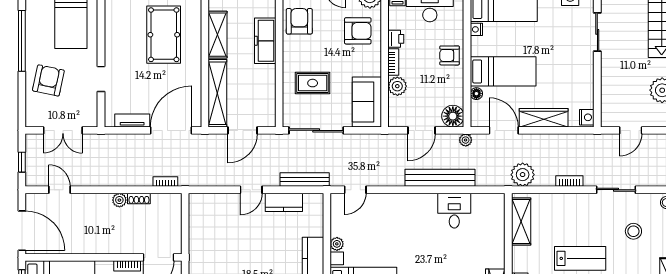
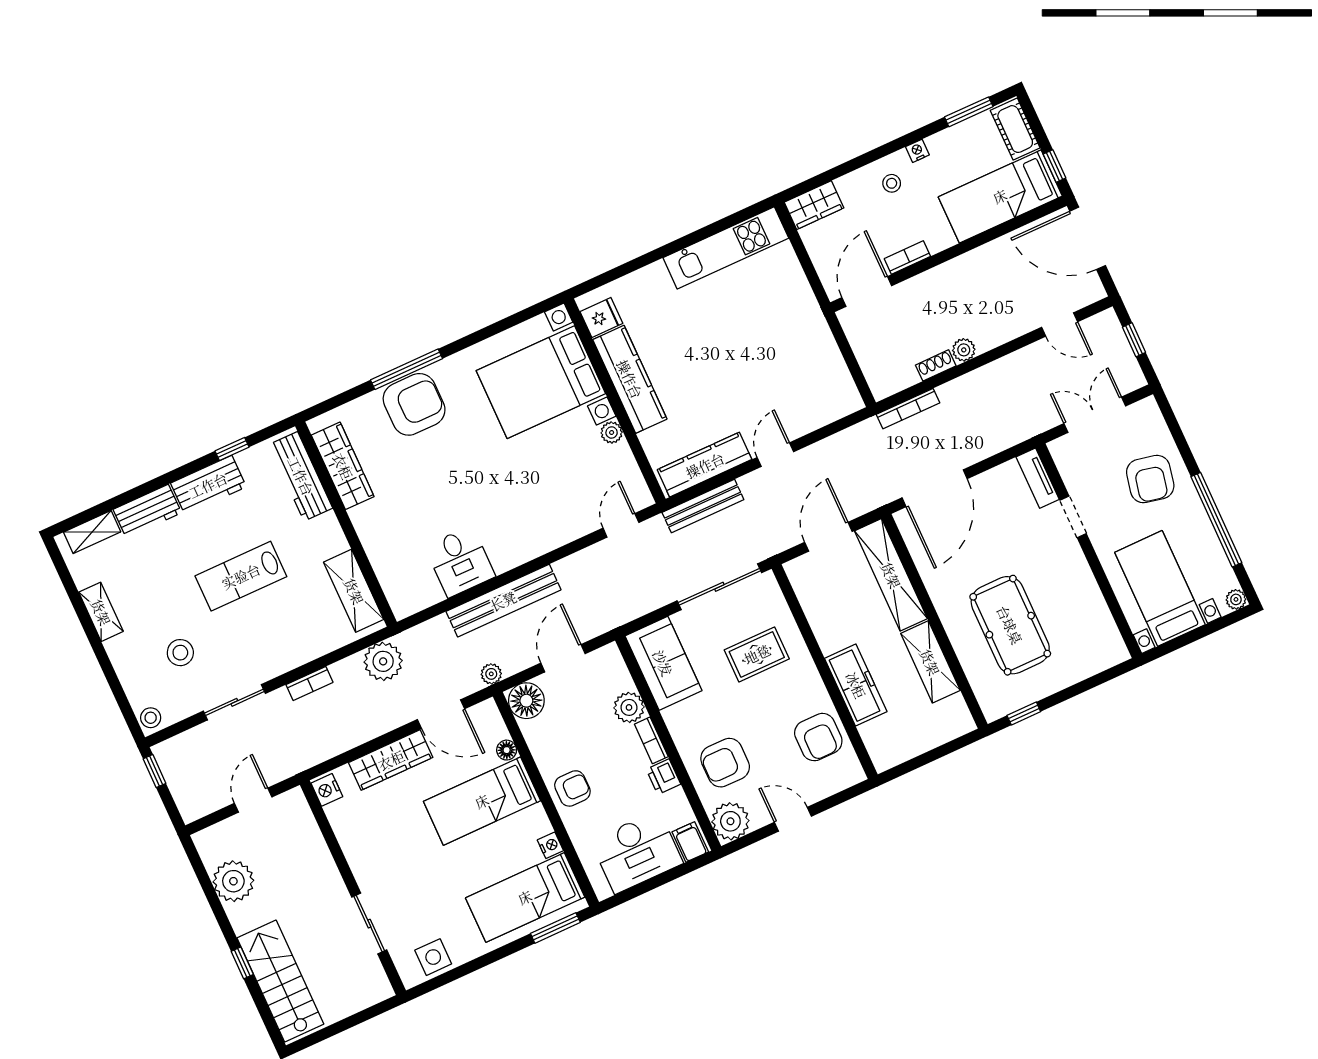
tv unit: (132, 120) -> (1038, 478), moved, turned 90
bookcase: (165, 182) -> (908, 409), width x1.56
kitchen counter: (284, 202) -> (705, 465), width x1.50

